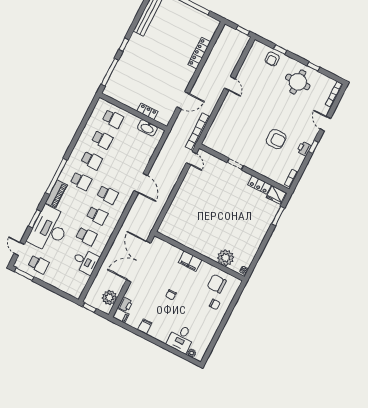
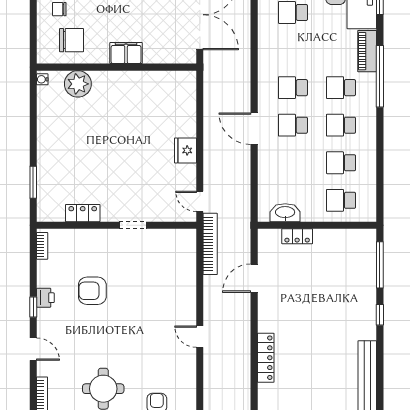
fridge: (276, 195) -> (185, 150), moved, turned -90
school desk: (97, 216) -> (293, 125), moved

